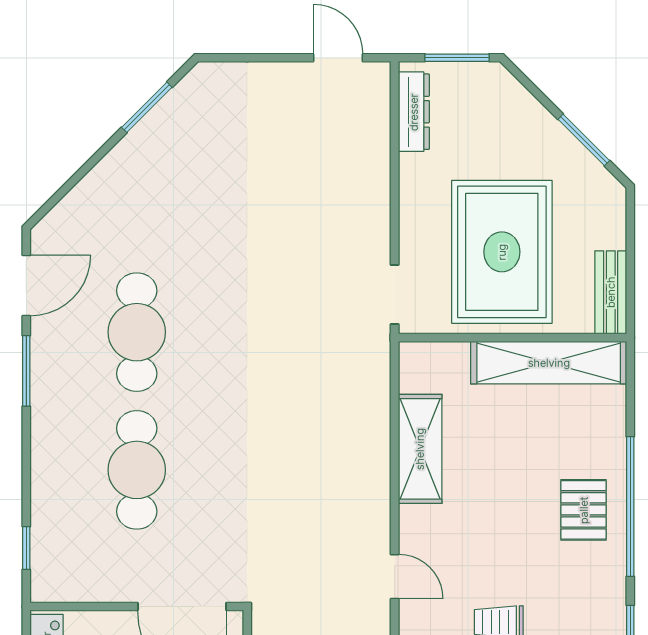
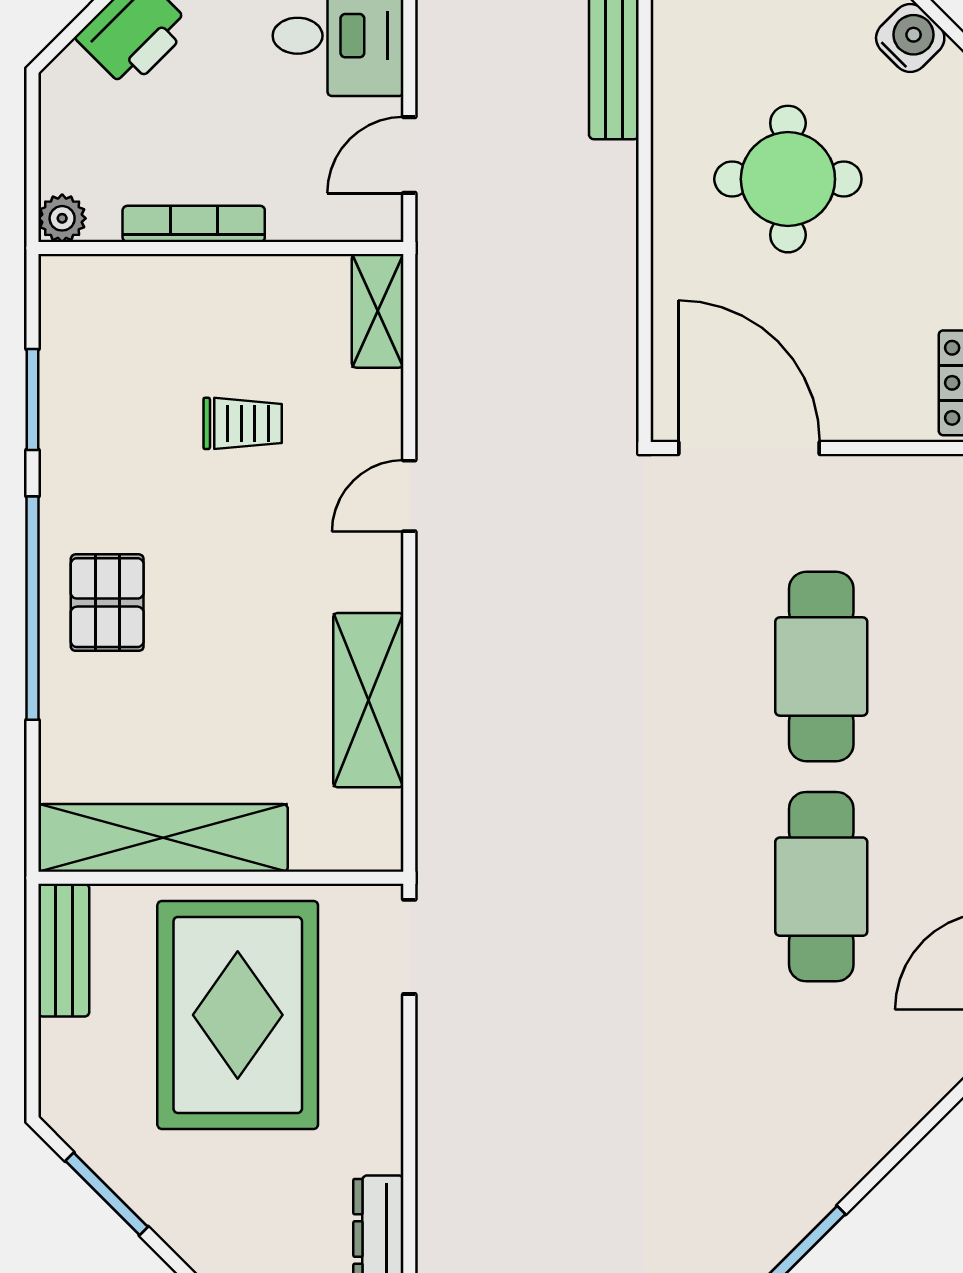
door: (395, 577) -> (409, 496), hinge flipped

